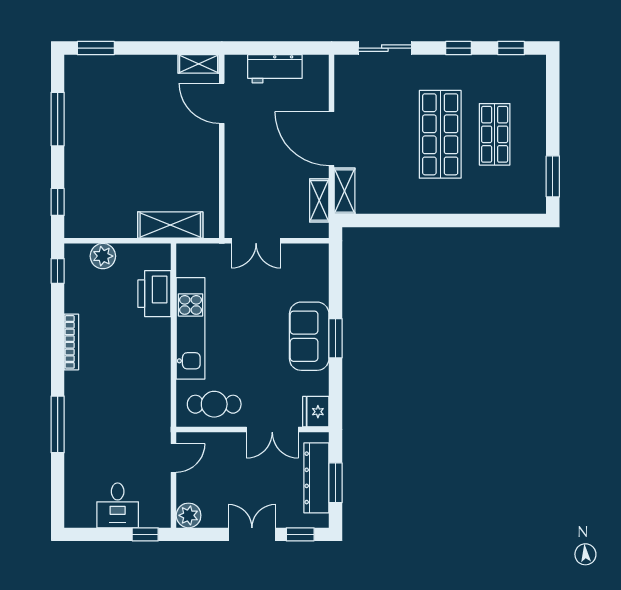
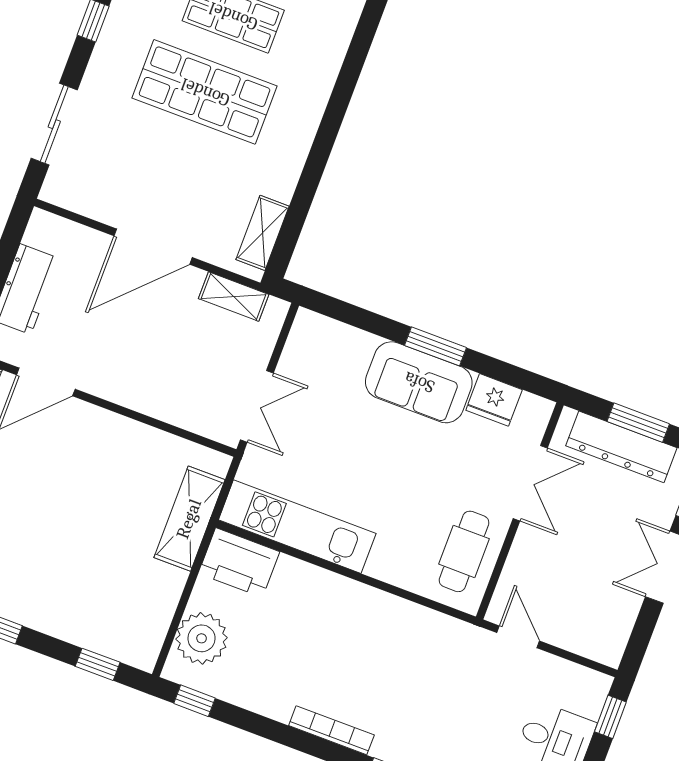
shelving: (345, 191) -> (263, 233), moved, turned 90
plant: (103, 256) -> (202, 638), width x1.36, depth x1.36
printer: (154, 294) -> (239, 563), moved
kitchen unit: (190, 328) -> (297, 527), moved
bookcase: (71, 342) -> (331, 730), moved
fridge: (316, 412) -> (494, 400), moved
plant: (189, 515) -> (607, 646), removed

